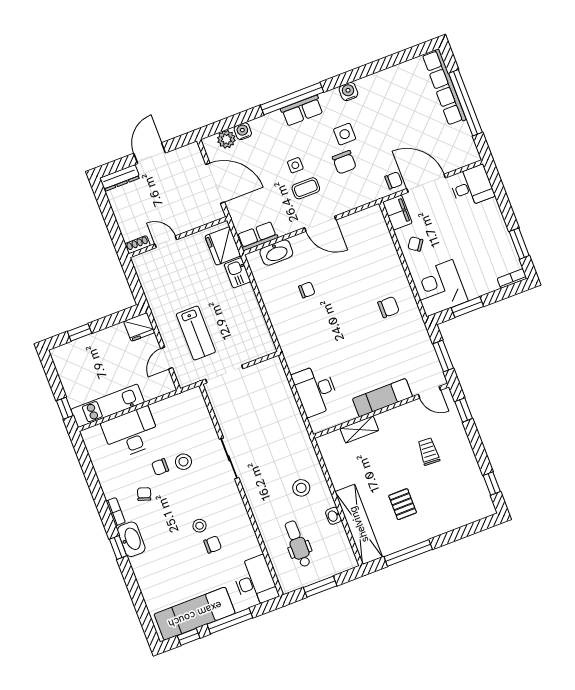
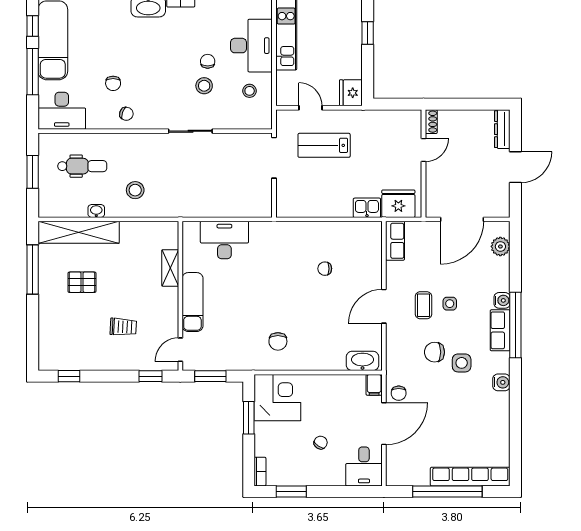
water cooler: (243, 131) -> (502, 300), moved
door: (150, 153) -> (515, 167), hinge flipped
filing cabinet: (397, 213) -> (374, 385), width x0.50
chair: (415, 244) -> (321, 443), moved
washbasin: (276, 253) -> (363, 361), moved, turned 90
chair: (307, 290) -> (325, 269), turned 90
chair: (144, 494) -> (126, 114), moved
stool: (200, 526) -> (250, 91), moved

